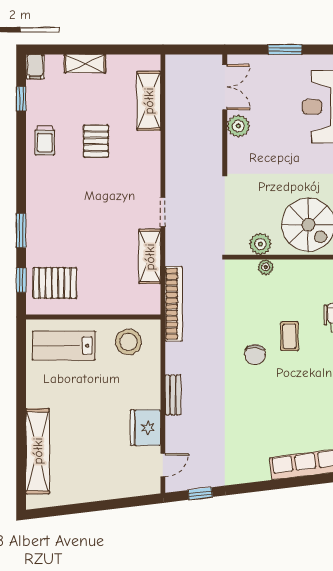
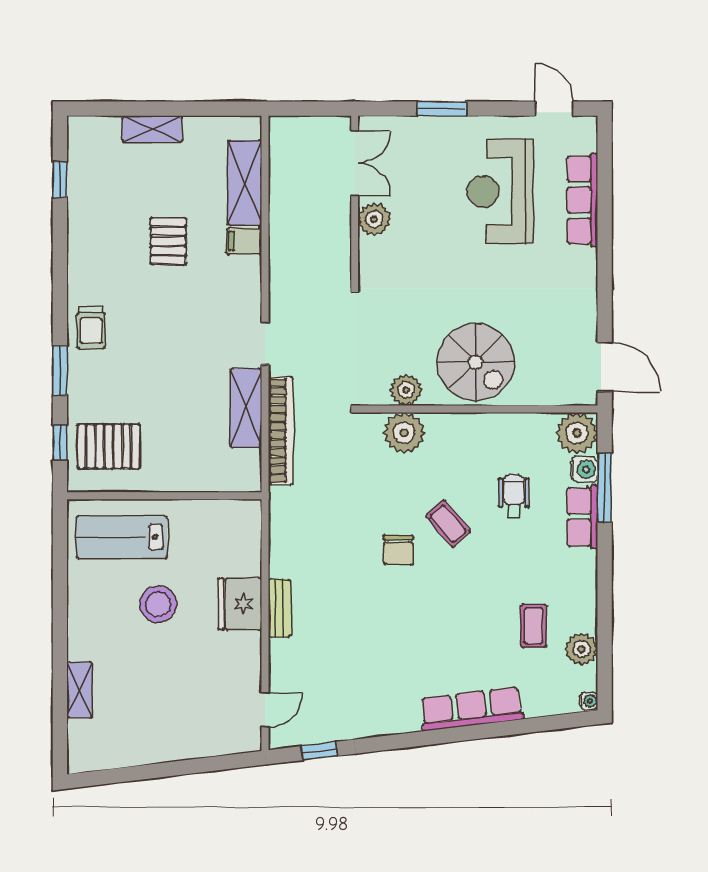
filing cabinet: (35, 67) -> (244, 241), moved, turned 90
trolley: (45, 140) -> (91, 328), moved
plant: (266, 267) -> (404, 433), width x1.88, depth x1.88
bookcase: (174, 304) -> (281, 431), moved
coffee table: (290, 336) -> (448, 524), turned -41
stool: (128, 342) -> (158, 604), moved
fridge: (145, 428) -> (240, 604), moved
shelving: (38, 451) -> (80, 690), width x0.45, depth x0.75

